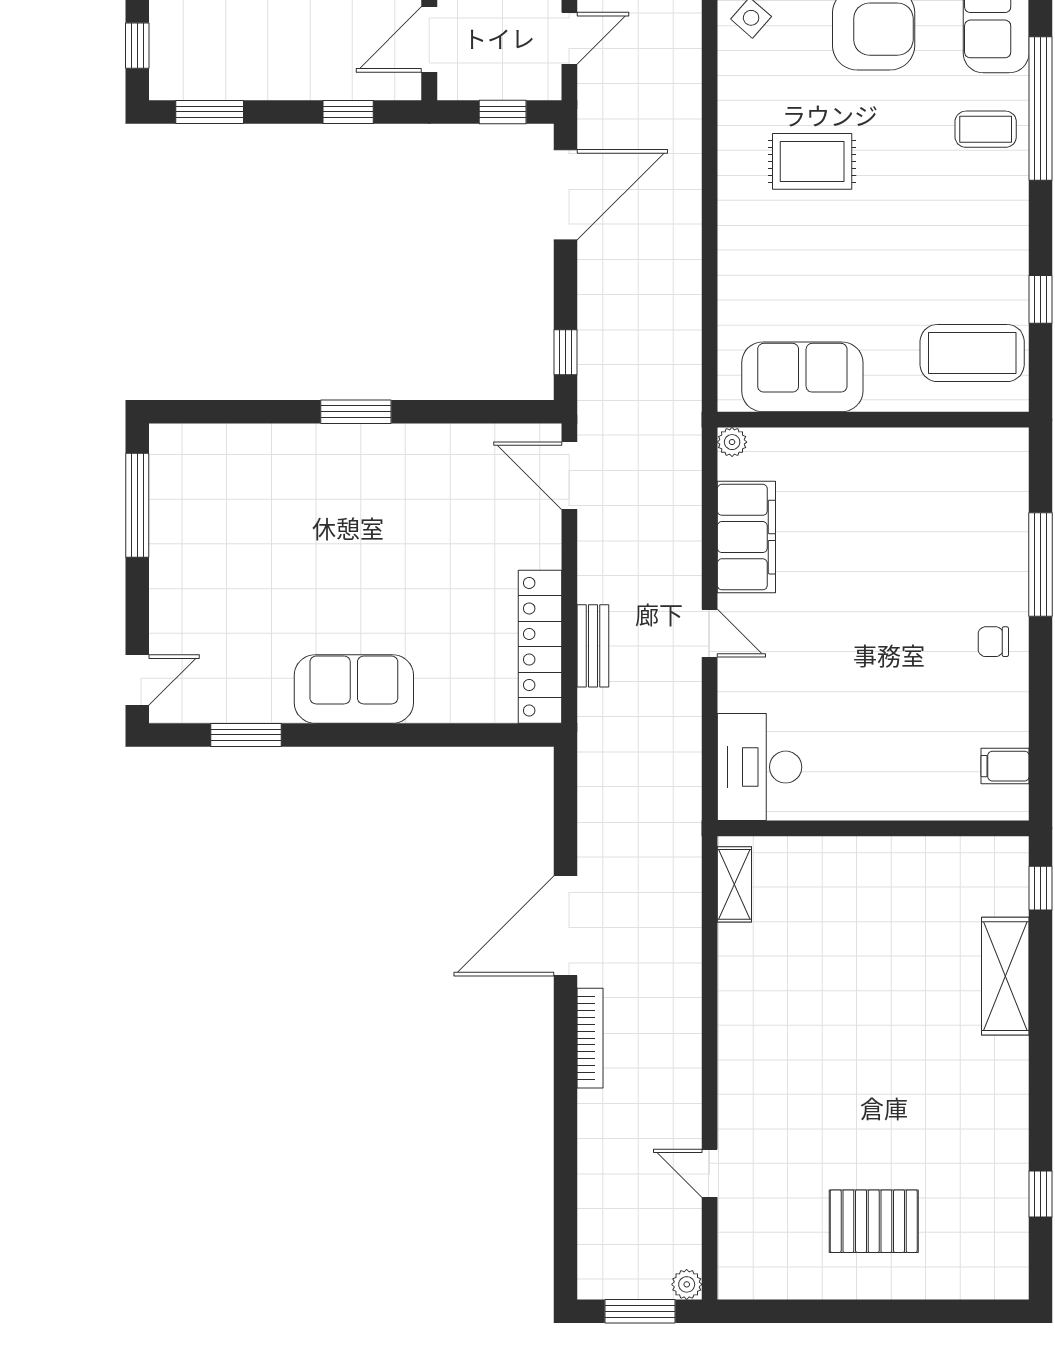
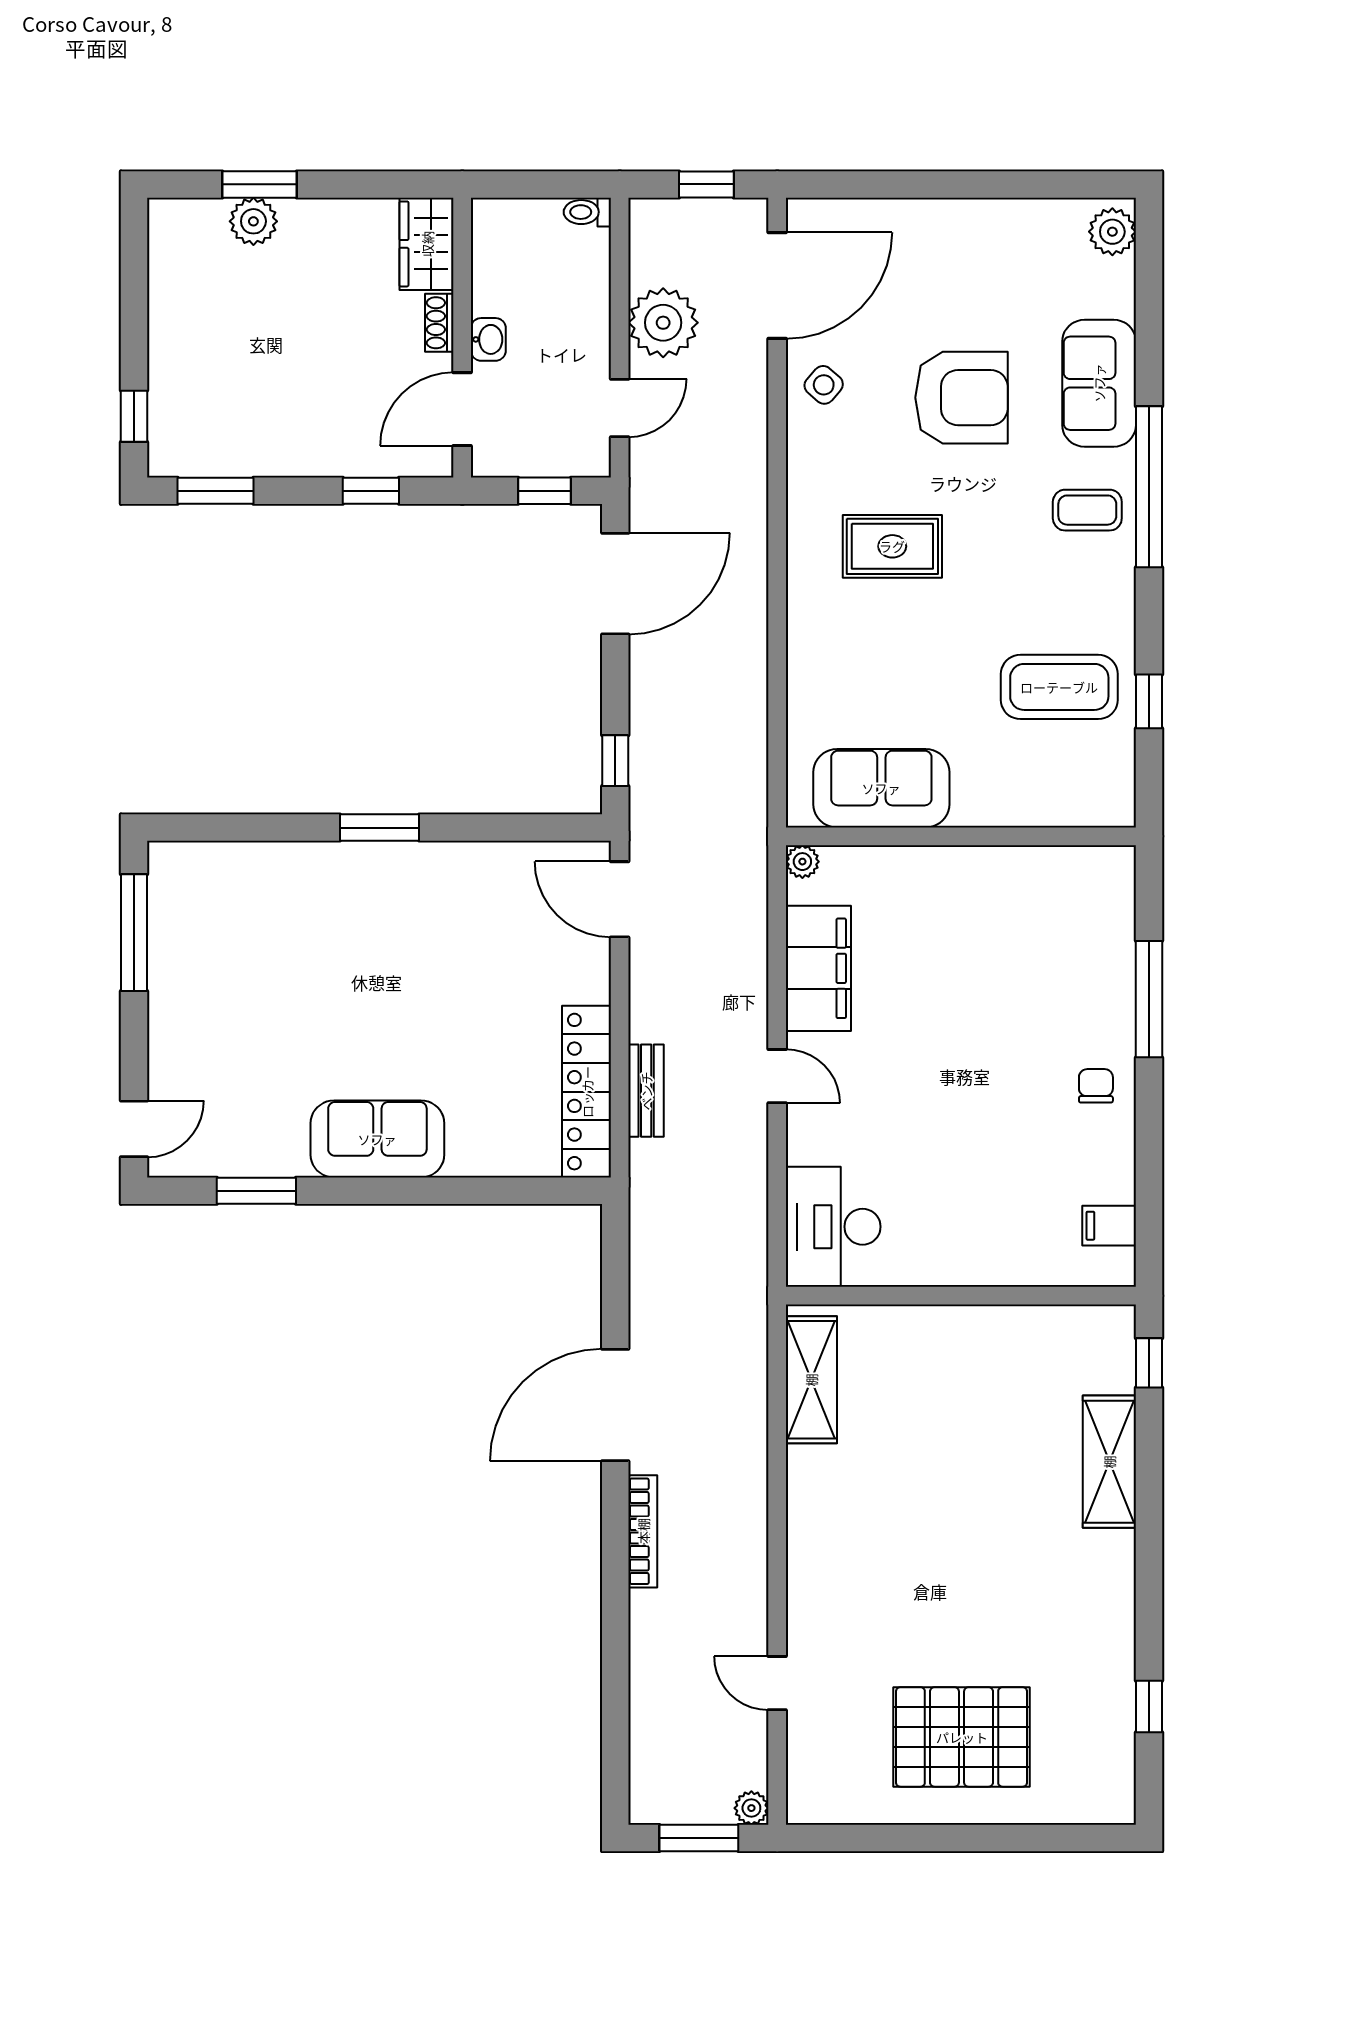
coffee table: (972, 353) -> (1059, 687), moved
chair: (993, 642) -> (1096, 1086), turned 90
shelving: (734, 884) -> (811, 1380), width x1.50, depth x1.33
pallet: (874, 1221) -> (962, 1737), width x1.37, depth x1.41

